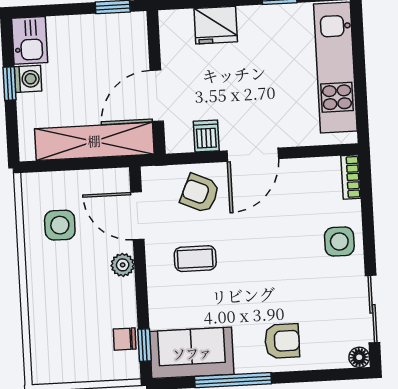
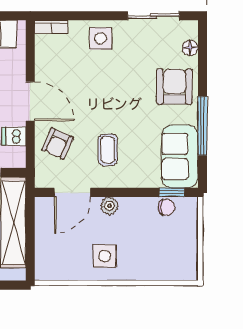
side table: (60, 225) -> (105, 256), moved
chair: (125, 339) -> (166, 207), turned -90
armchair: (282, 341) -> (174, 87), width x1.38, depth x1.38
floor lamp: (359, 357) -> (190, 48), moved

